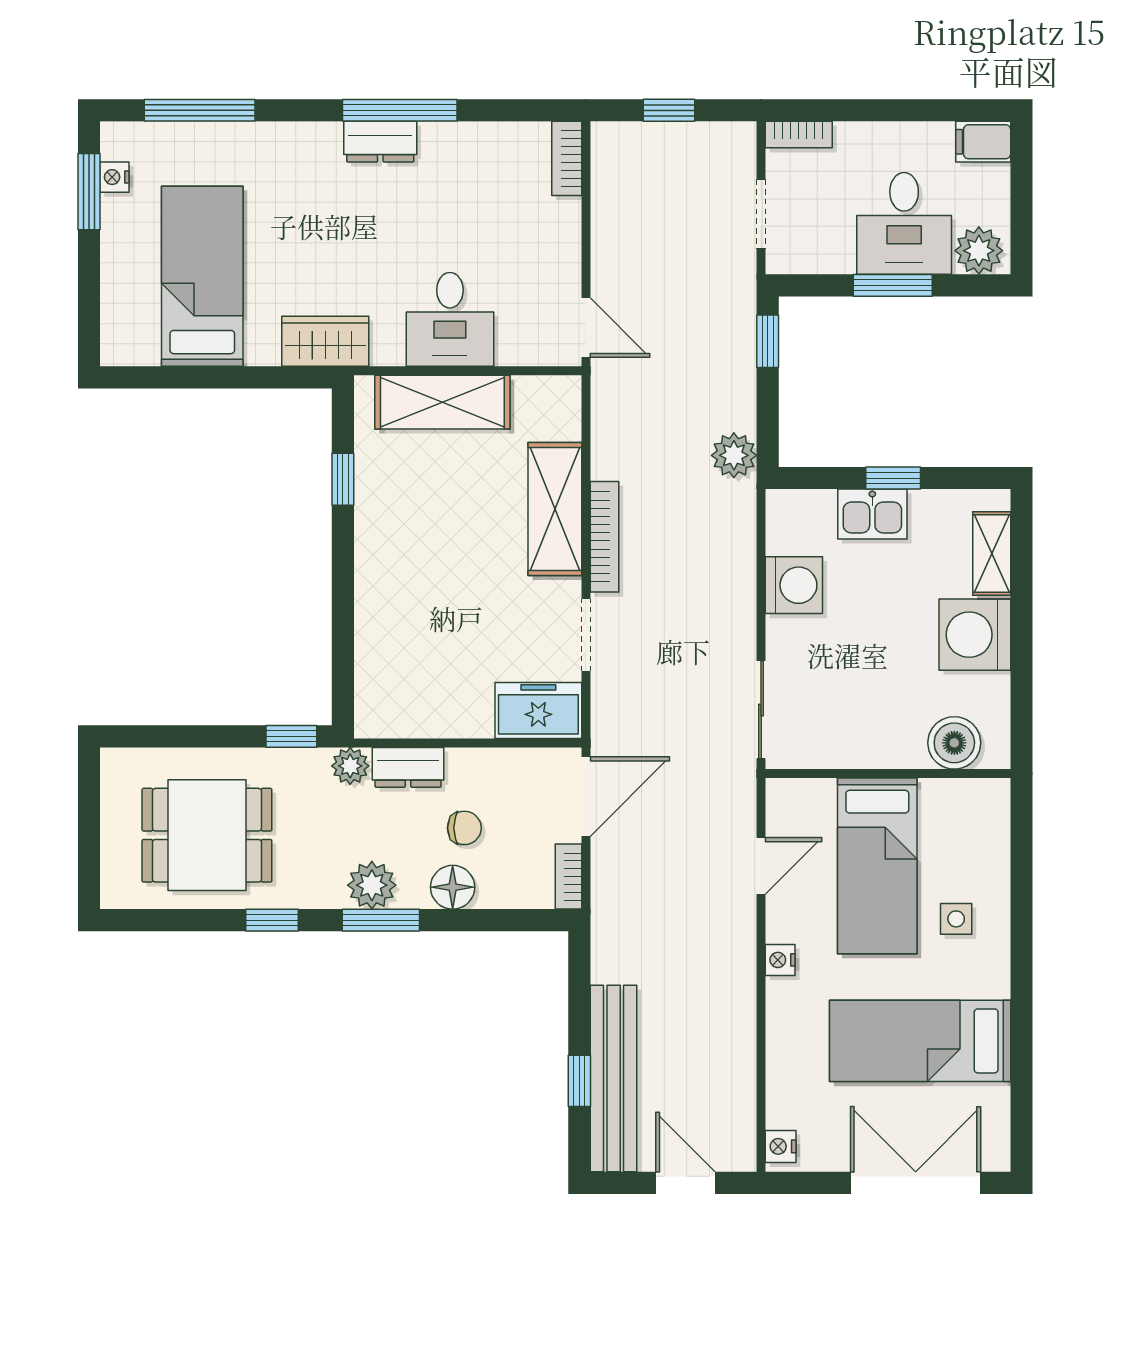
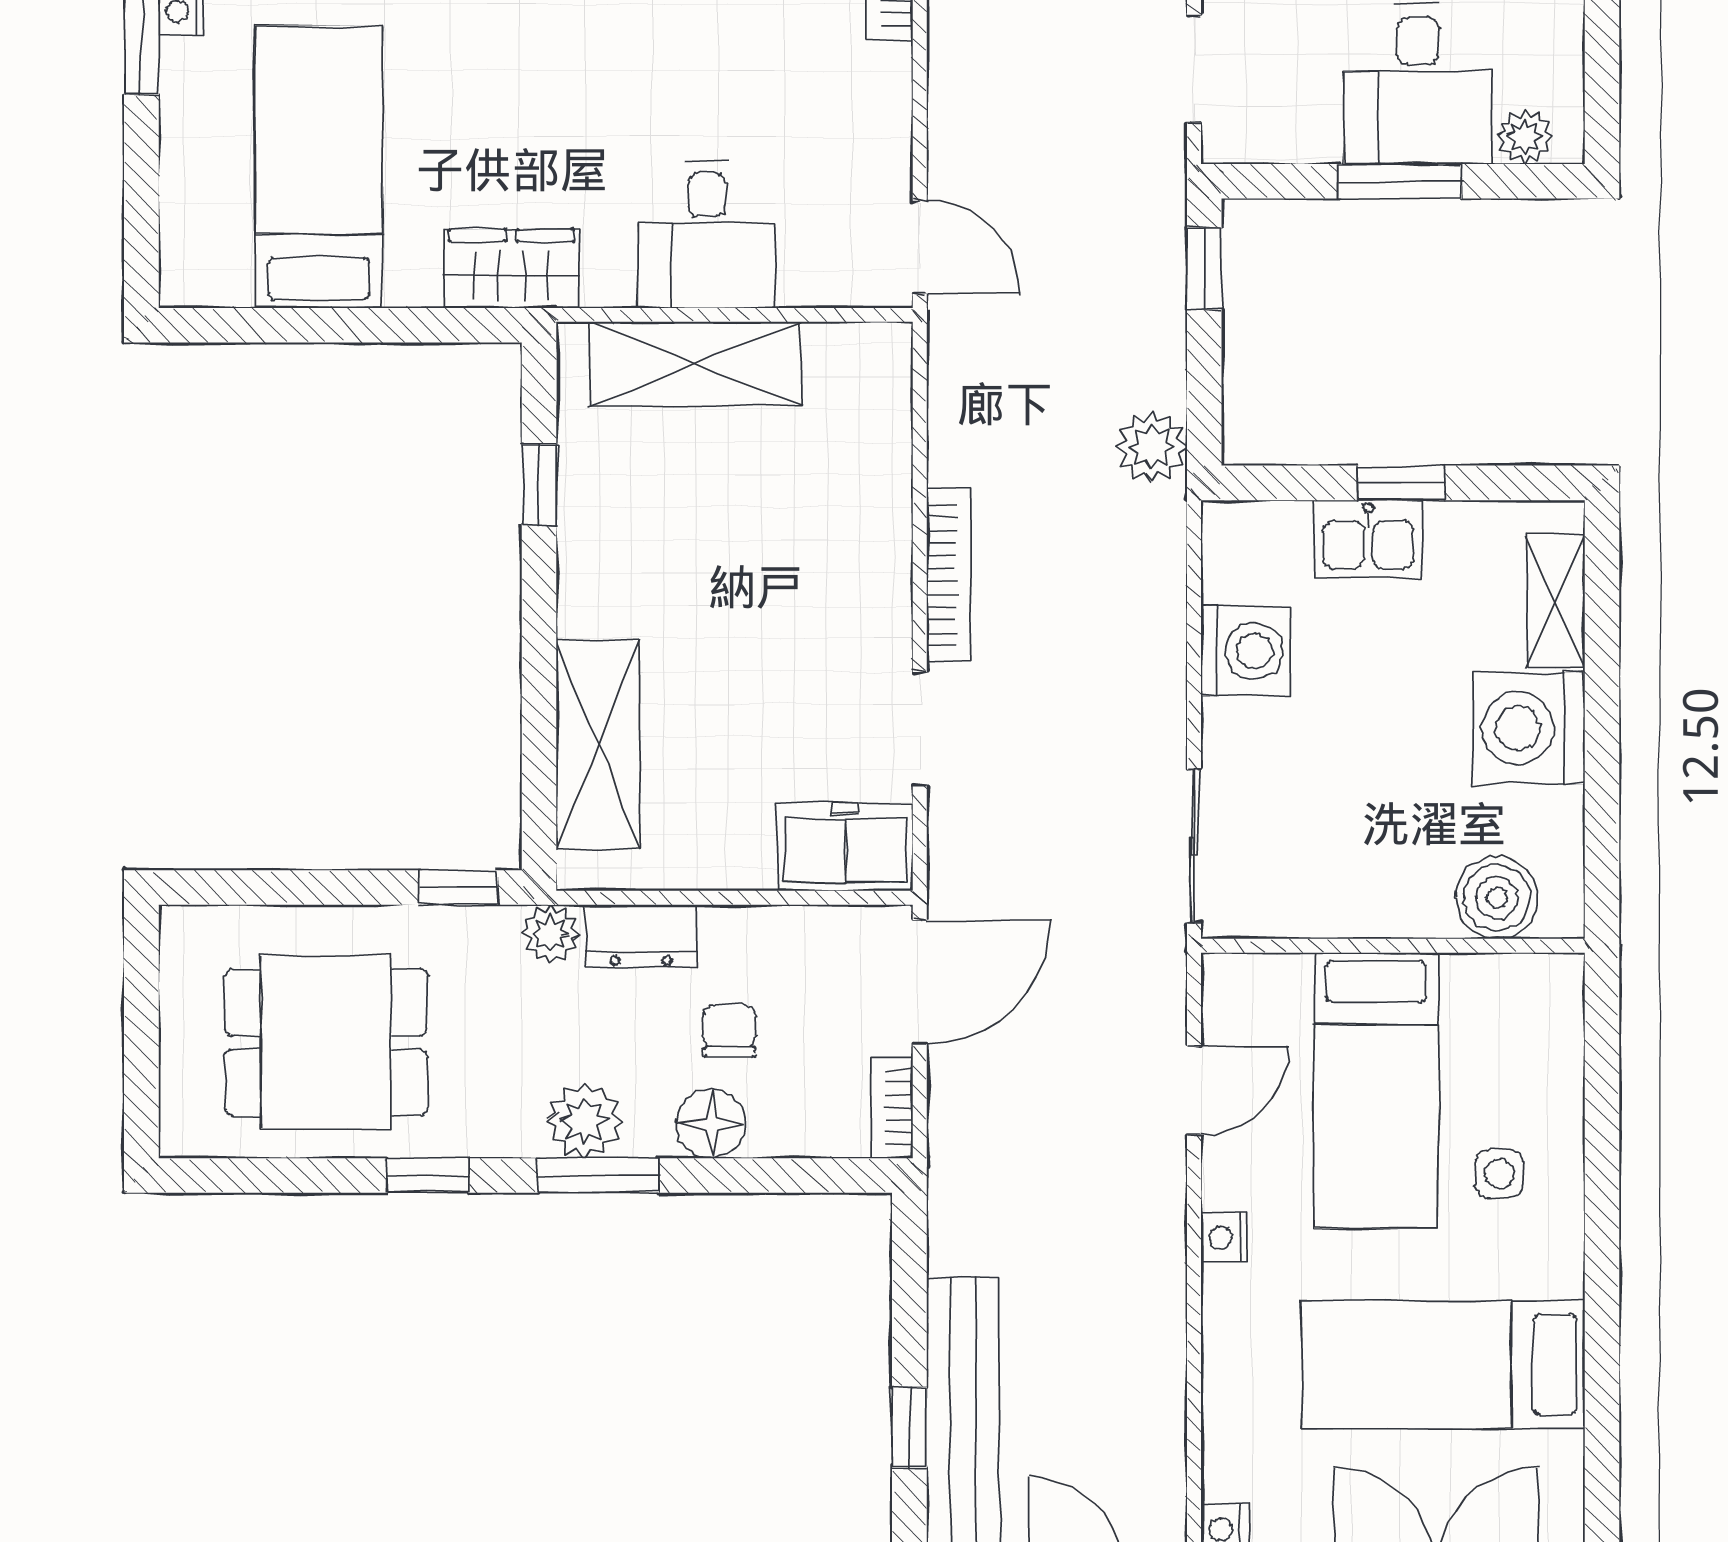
plant: (979, 251) -> (1525, 137), width x0.73, depth x0.73
shelving: (555, 509) -> (598, 745), moved
chair: (464, 828) -> (729, 1031), turned -90

